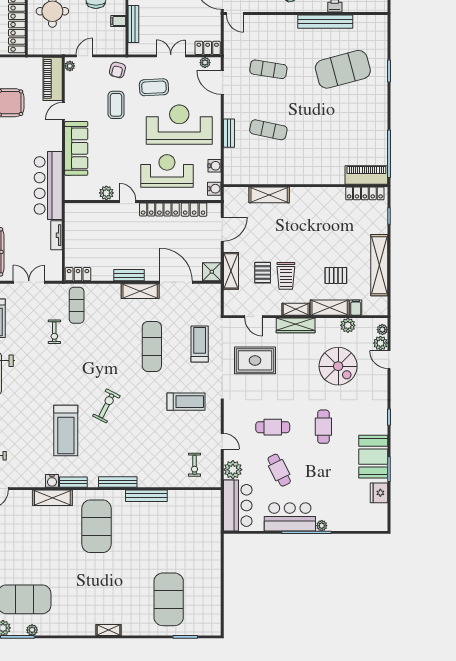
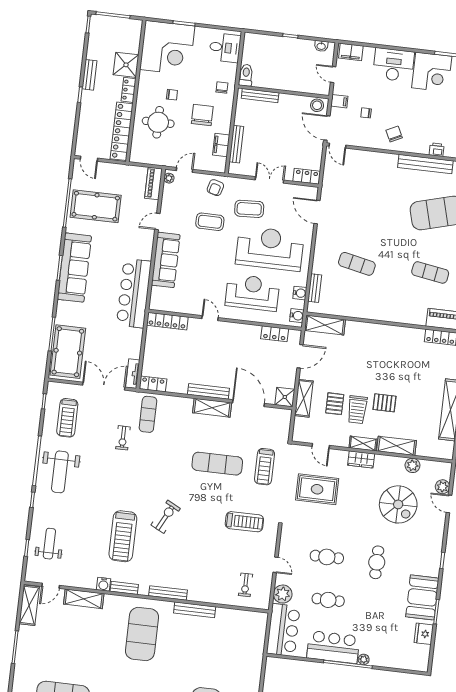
filing cabinet: (118, 21) -> (221, 145), width x2.00
plant: (205, 63) -> (302, 190), removed
exercise mat: (268, 69) -> (430, 272), moved
piano: (53, 79) -> (154, 183), width x0.73, depth x0.75
coffee table: (116, 105) -> (210, 222), turned 90
bench: (229, 133) -> (315, 288), moved
plant: (106, 193) -> (190, 307), removed
shelving: (269, 195) -> (325, 325), moved
locker: (159, 210) -> (167, 321), moved
tv unit: (57, 235) -> (133, 374), moved
bench: (129, 275) -> (208, 391), width x1.36
pallet: (336, 275) -> (385, 403), moved
double door: (29, 282) -> (104, 386), width x1.37
filing cabinet: (356, 308) -> (422, 449), removed
wardrobe: (296, 325) -> (361, 459), width x0.67
plant: (382, 330) -> (446, 474), removed
treadmill: (200, 344) -> (265, 467), turned 180
exercise mat: (152, 346) -> (217, 464), turned 90
cafe table: (279, 470) -> (328, 600), turned -64
shelving: (52, 498) -> (84, 599), moved

